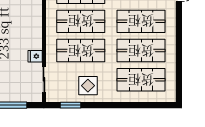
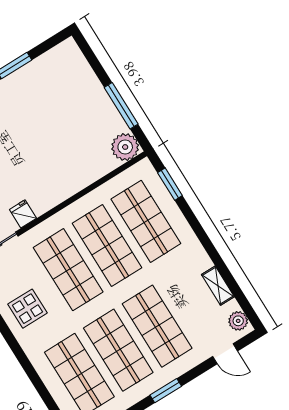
window: (179, 38) -> (166, 391), added

